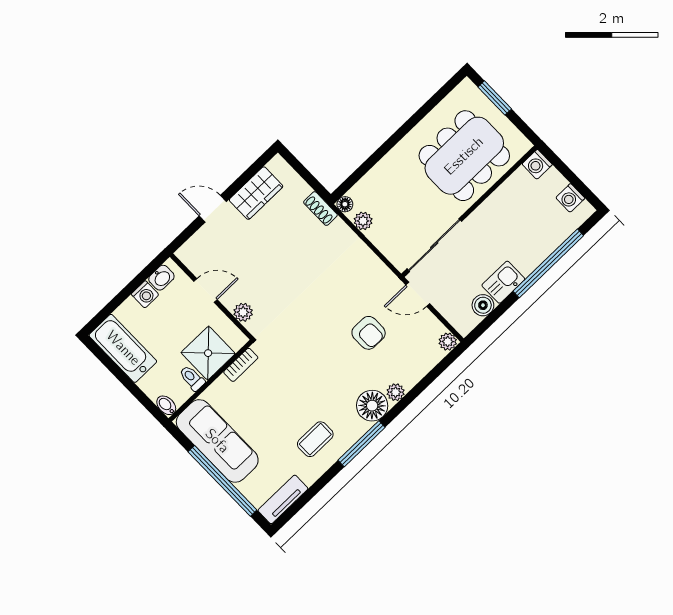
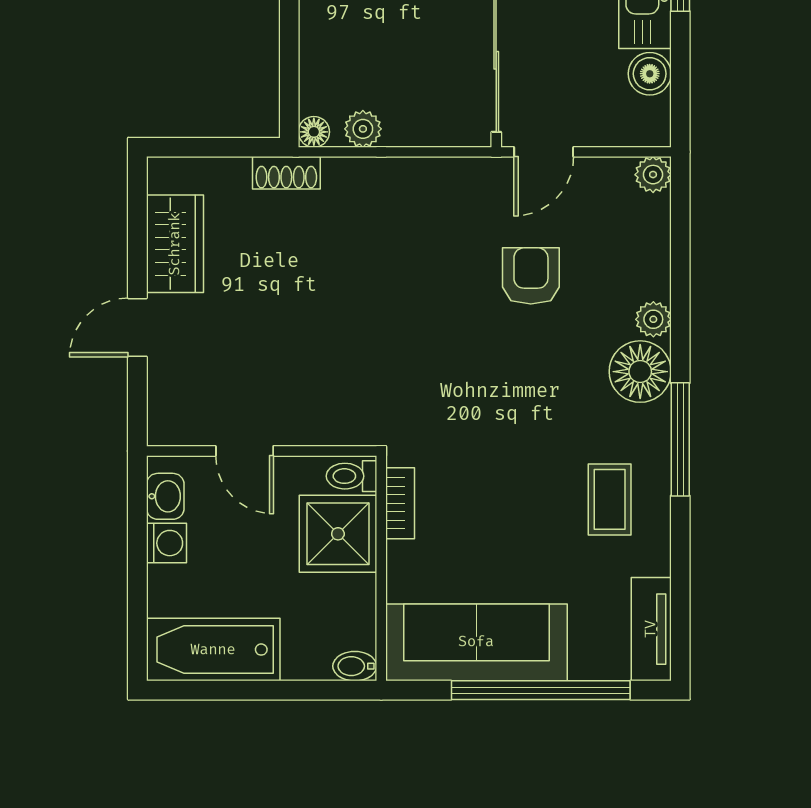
door: (205, 290) -> (245, 451), swing flipped
plant: (243, 312) -> (328, 427), removed
armchair: (369, 333) -> (531, 276), turned -90
toilet: (192, 378) -> (351, 476), moved

